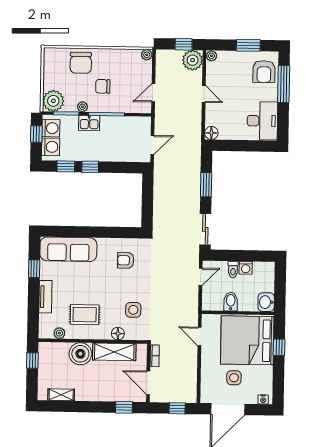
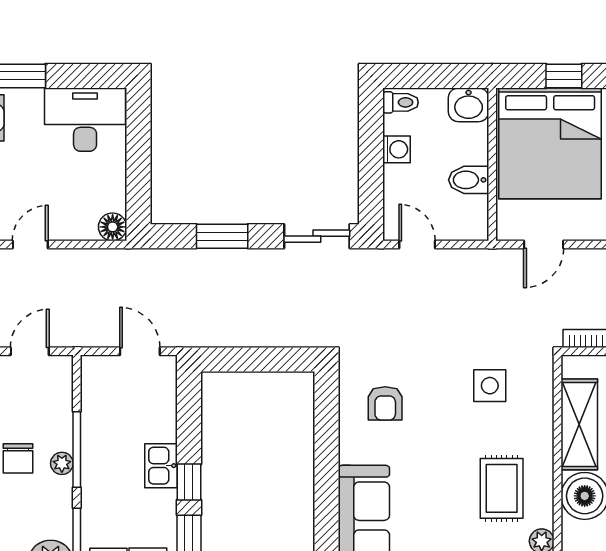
door: (153, 93) -> (30, 351), swing flipped
plant: (82, 107) -> (62, 463), moved
kitchen sink: (89, 123) -> (161, 466), moved, turned 180
toilet: (233, 269) -> (401, 102), moved
floor lamp: (118, 334) -> (540, 417), removed

